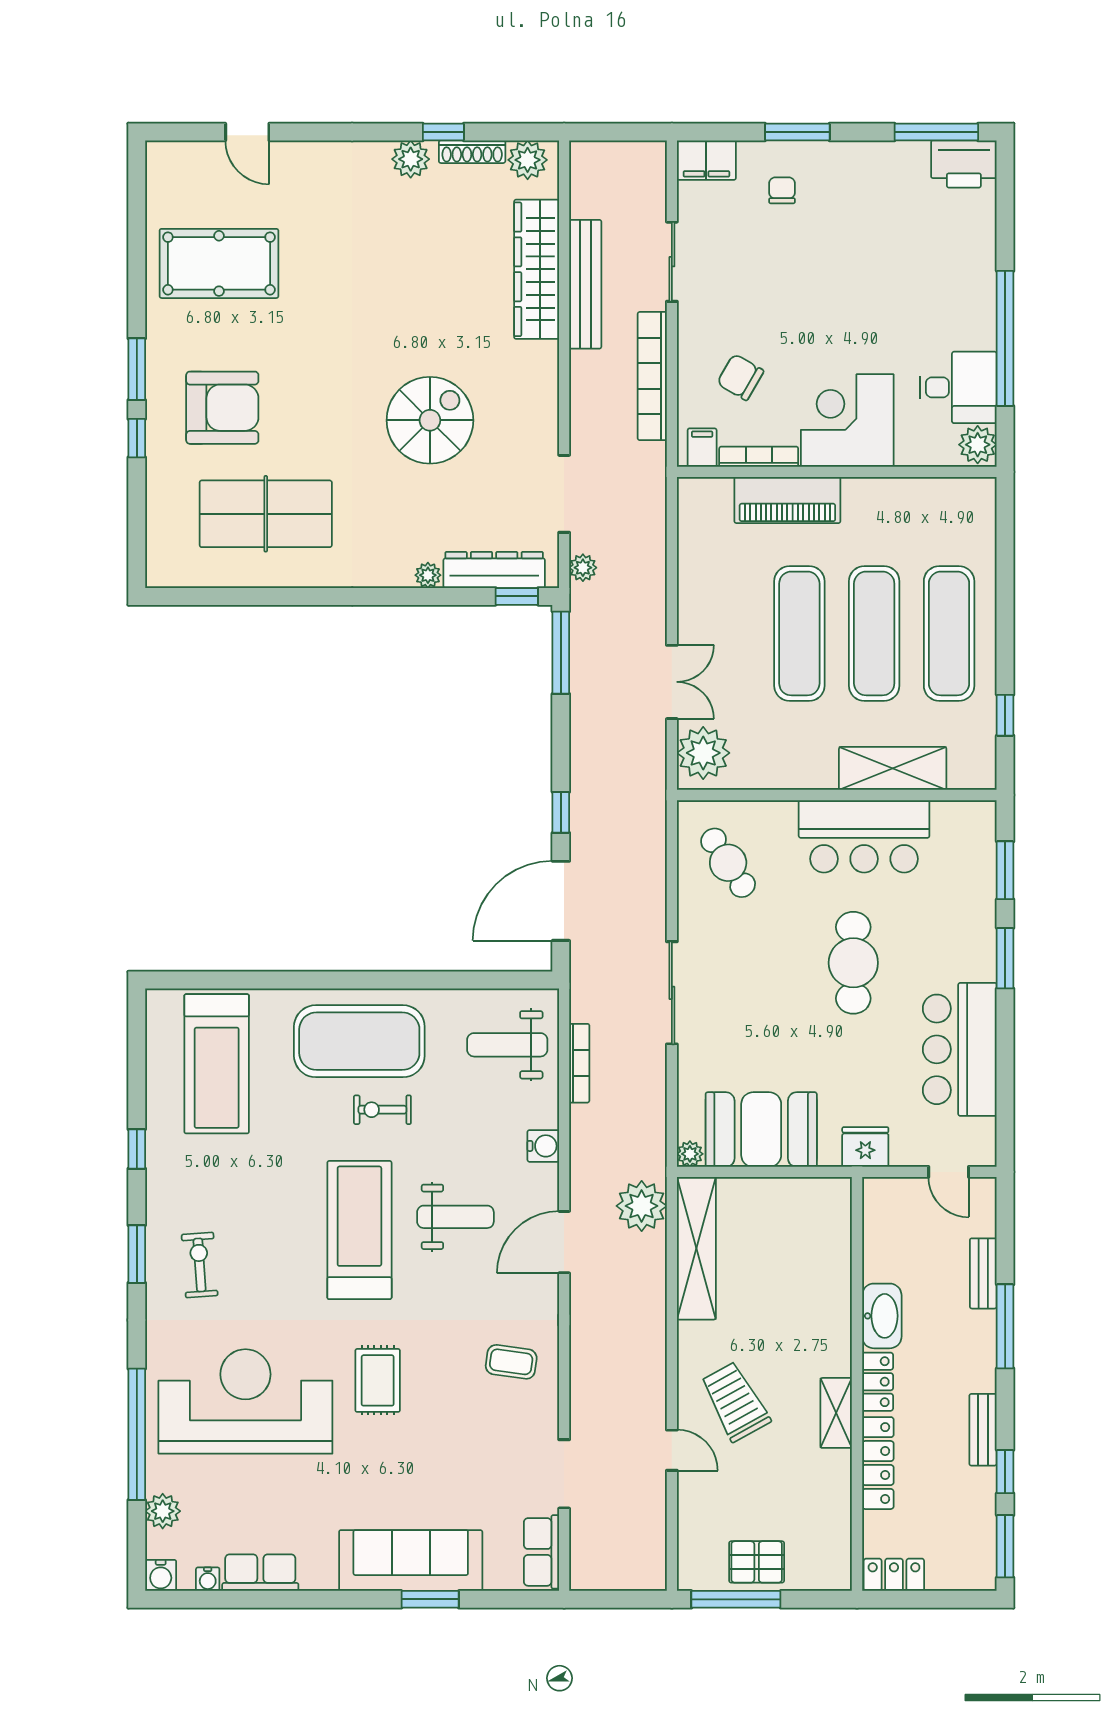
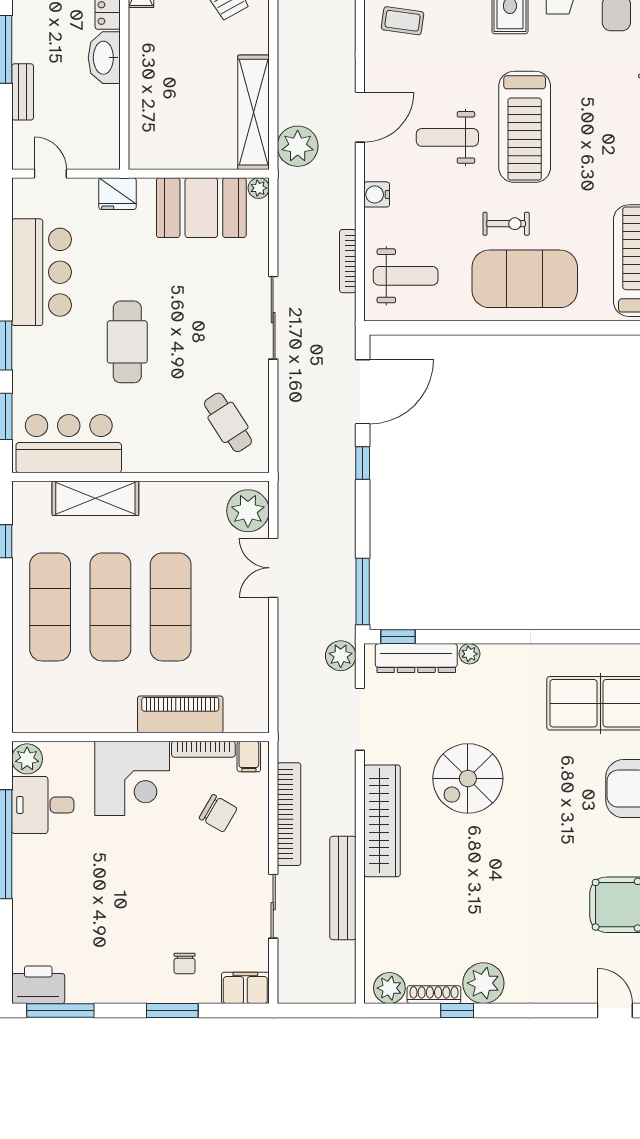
plant: (411, 159) -> (483, 983), width x1.36, depth x1.36
wardrobe: (537, 269) -> (382, 821), moved
plant: (583, 568) -> (341, 656), width x1.38, depth x1.38
bar counter: (864, 836) -> (69, 444), moved

